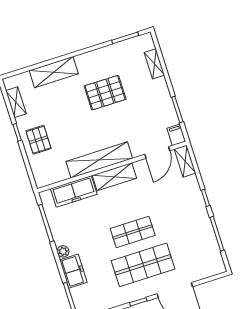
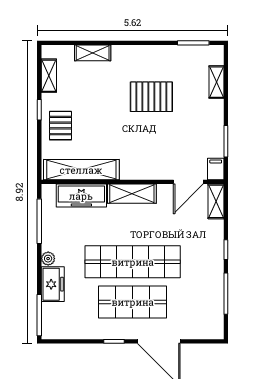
shelving: (54, 72) -> (93, 53), width x0.67, depth x0.75
shelving: (99, 160) -> (81, 170), moved
shop shelf: (133, 232) -> (133, 262), width x2.00, depth x1.36

